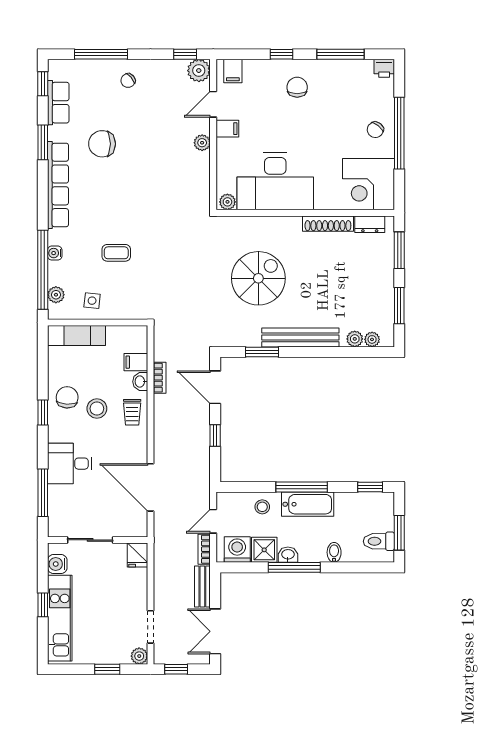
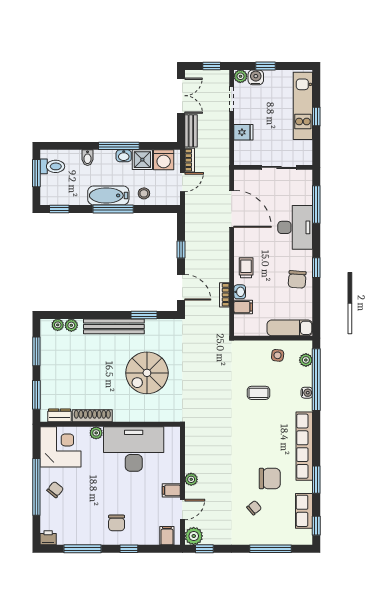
chair: (128, 81) -> (254, 508), moved
plant: (227, 202) -> (96, 433), moved
stool: (97, 409) -> (274, 271), removed
desk: (70, 464) -> (295, 227), width x1.37
fridge: (137, 555) -> (243, 132), moved, turned 90
water cooler: (57, 564) -> (256, 77), moved, turned -90

